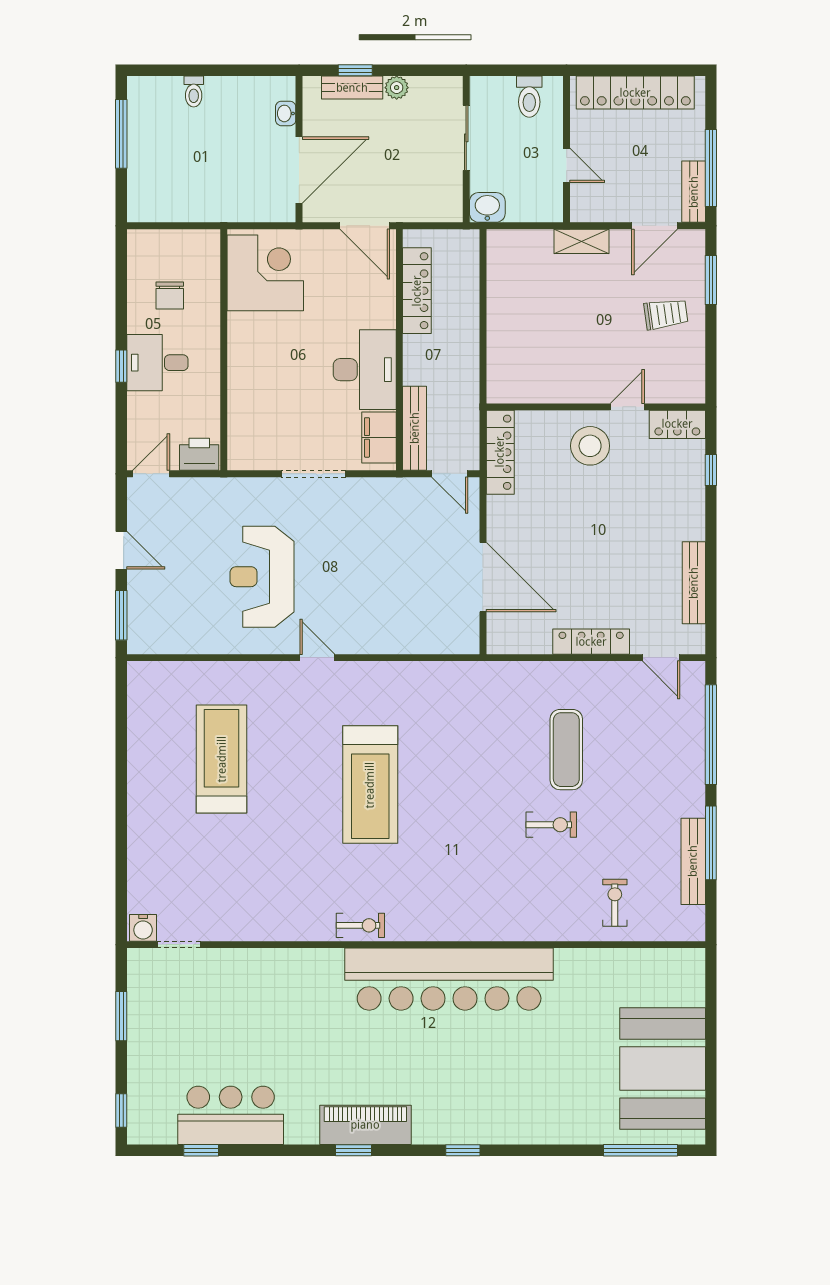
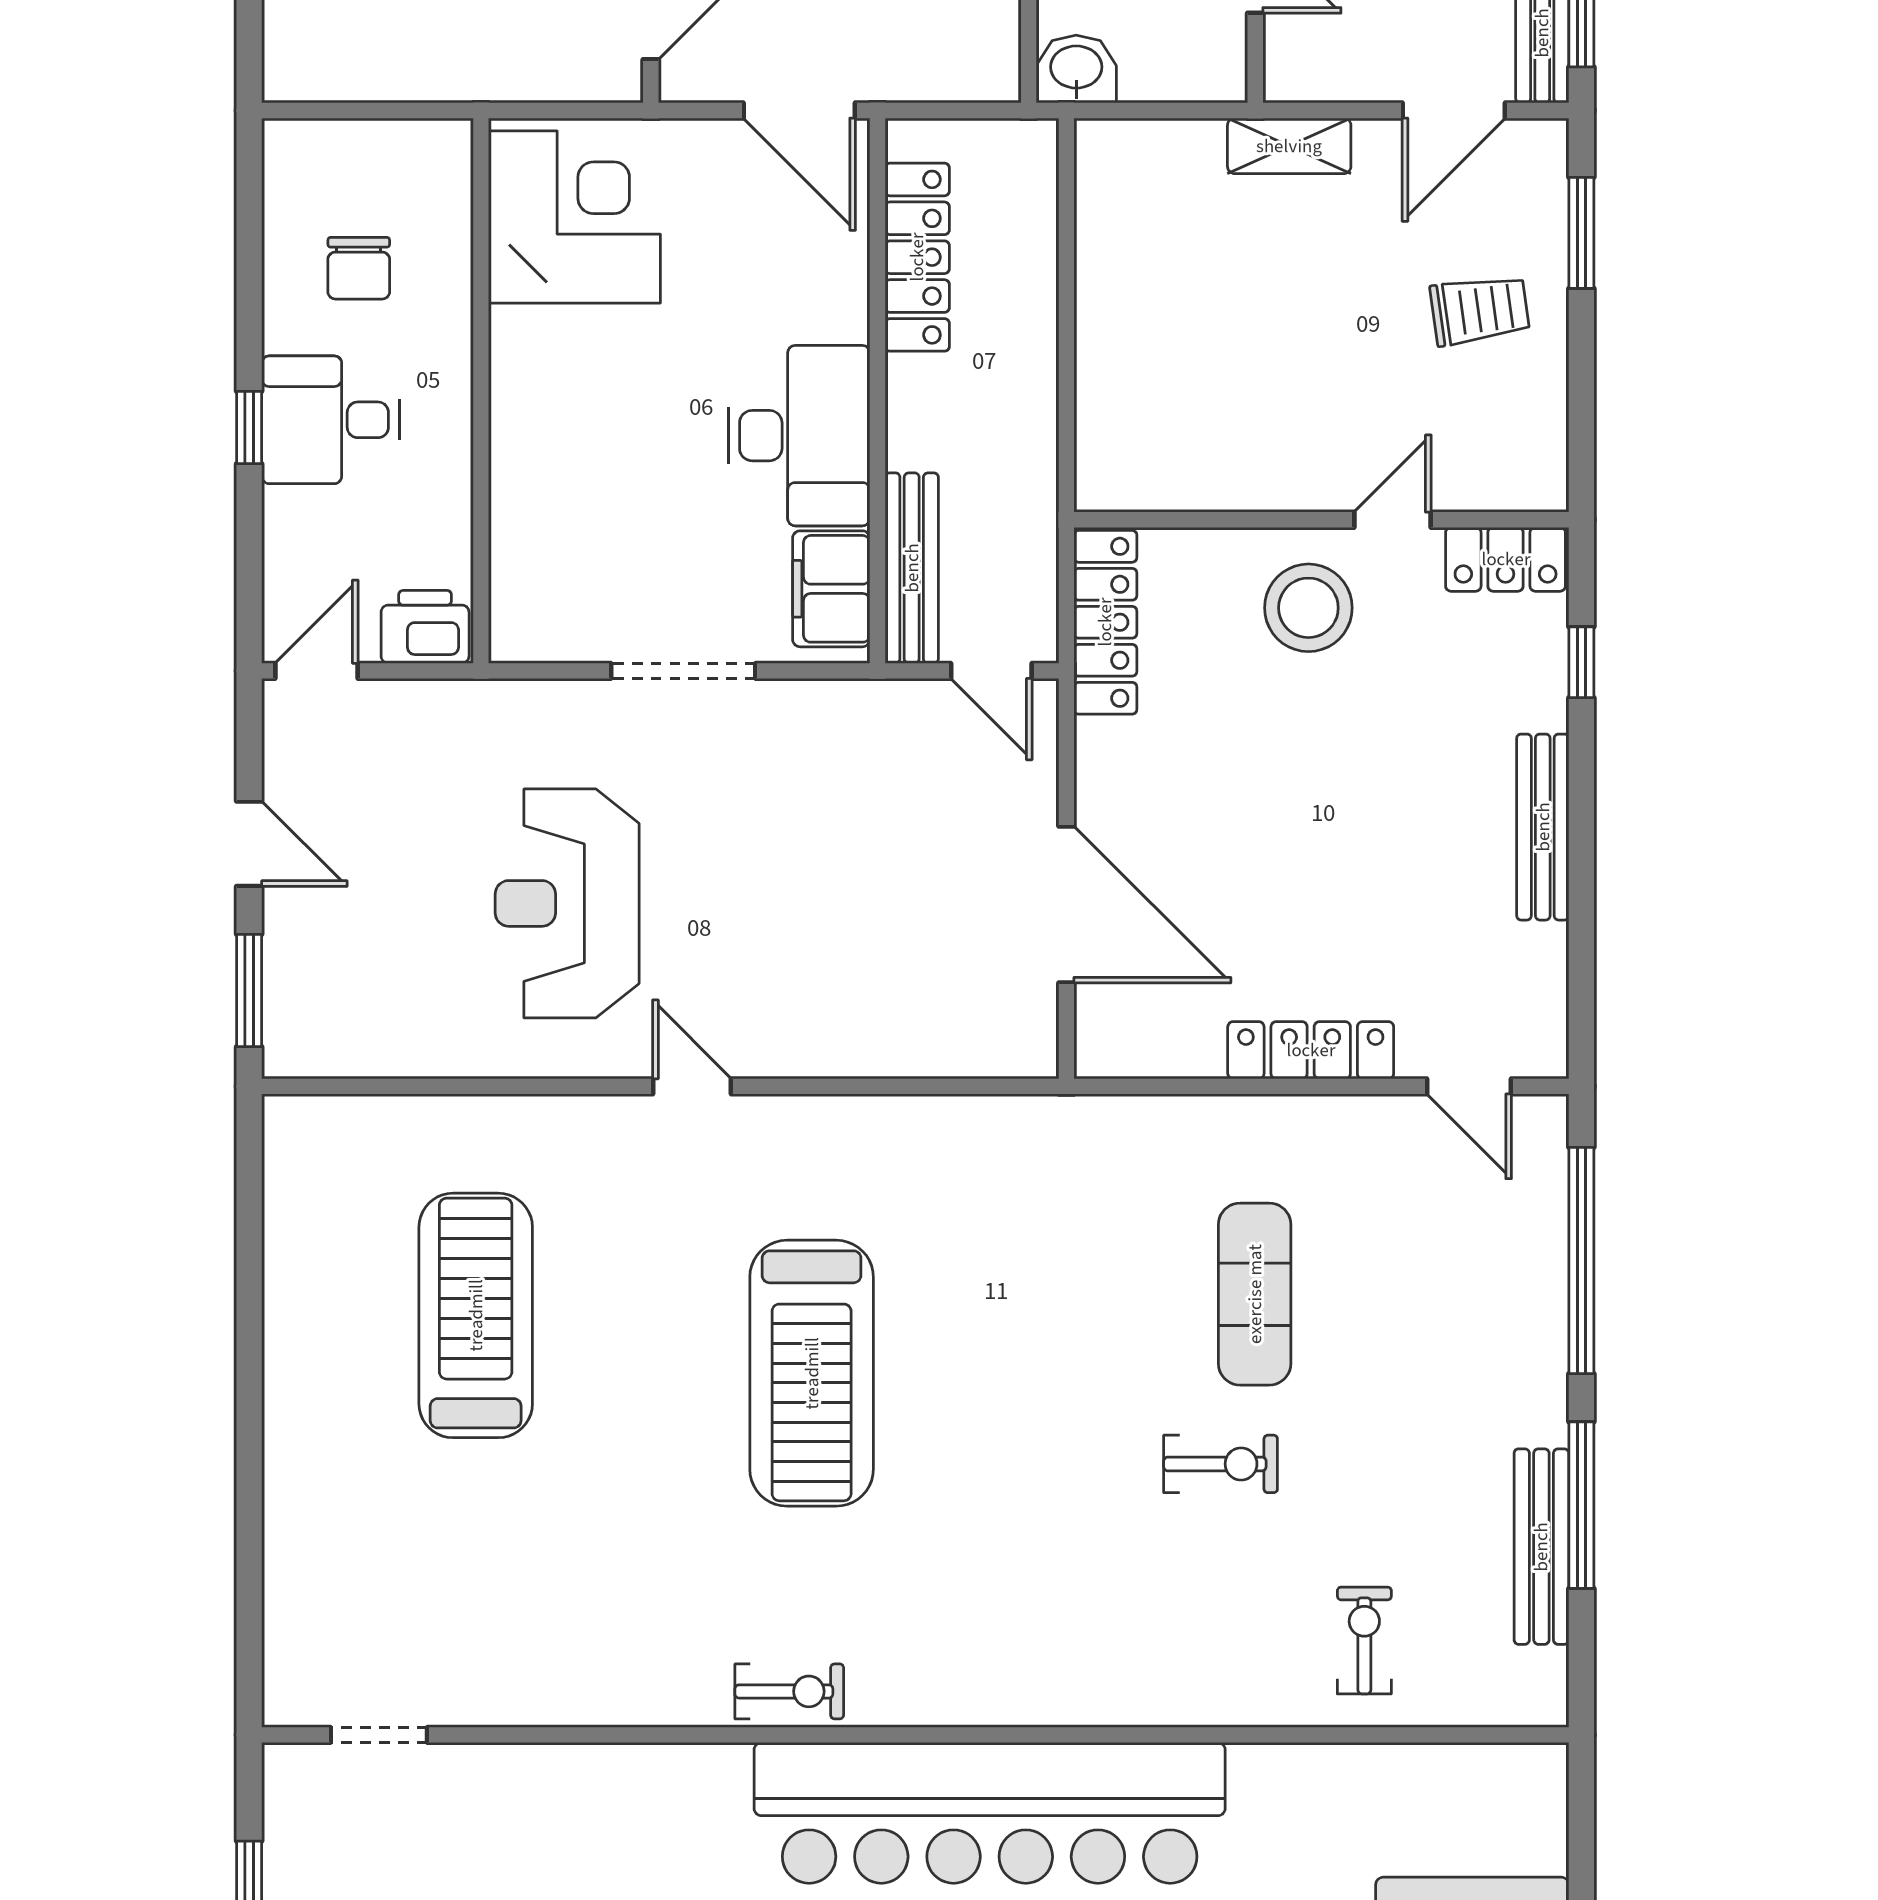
bench: (694, 583) -> (1543, 827), moved
water cooler: (143, 928) -> (298, 1697), removed

